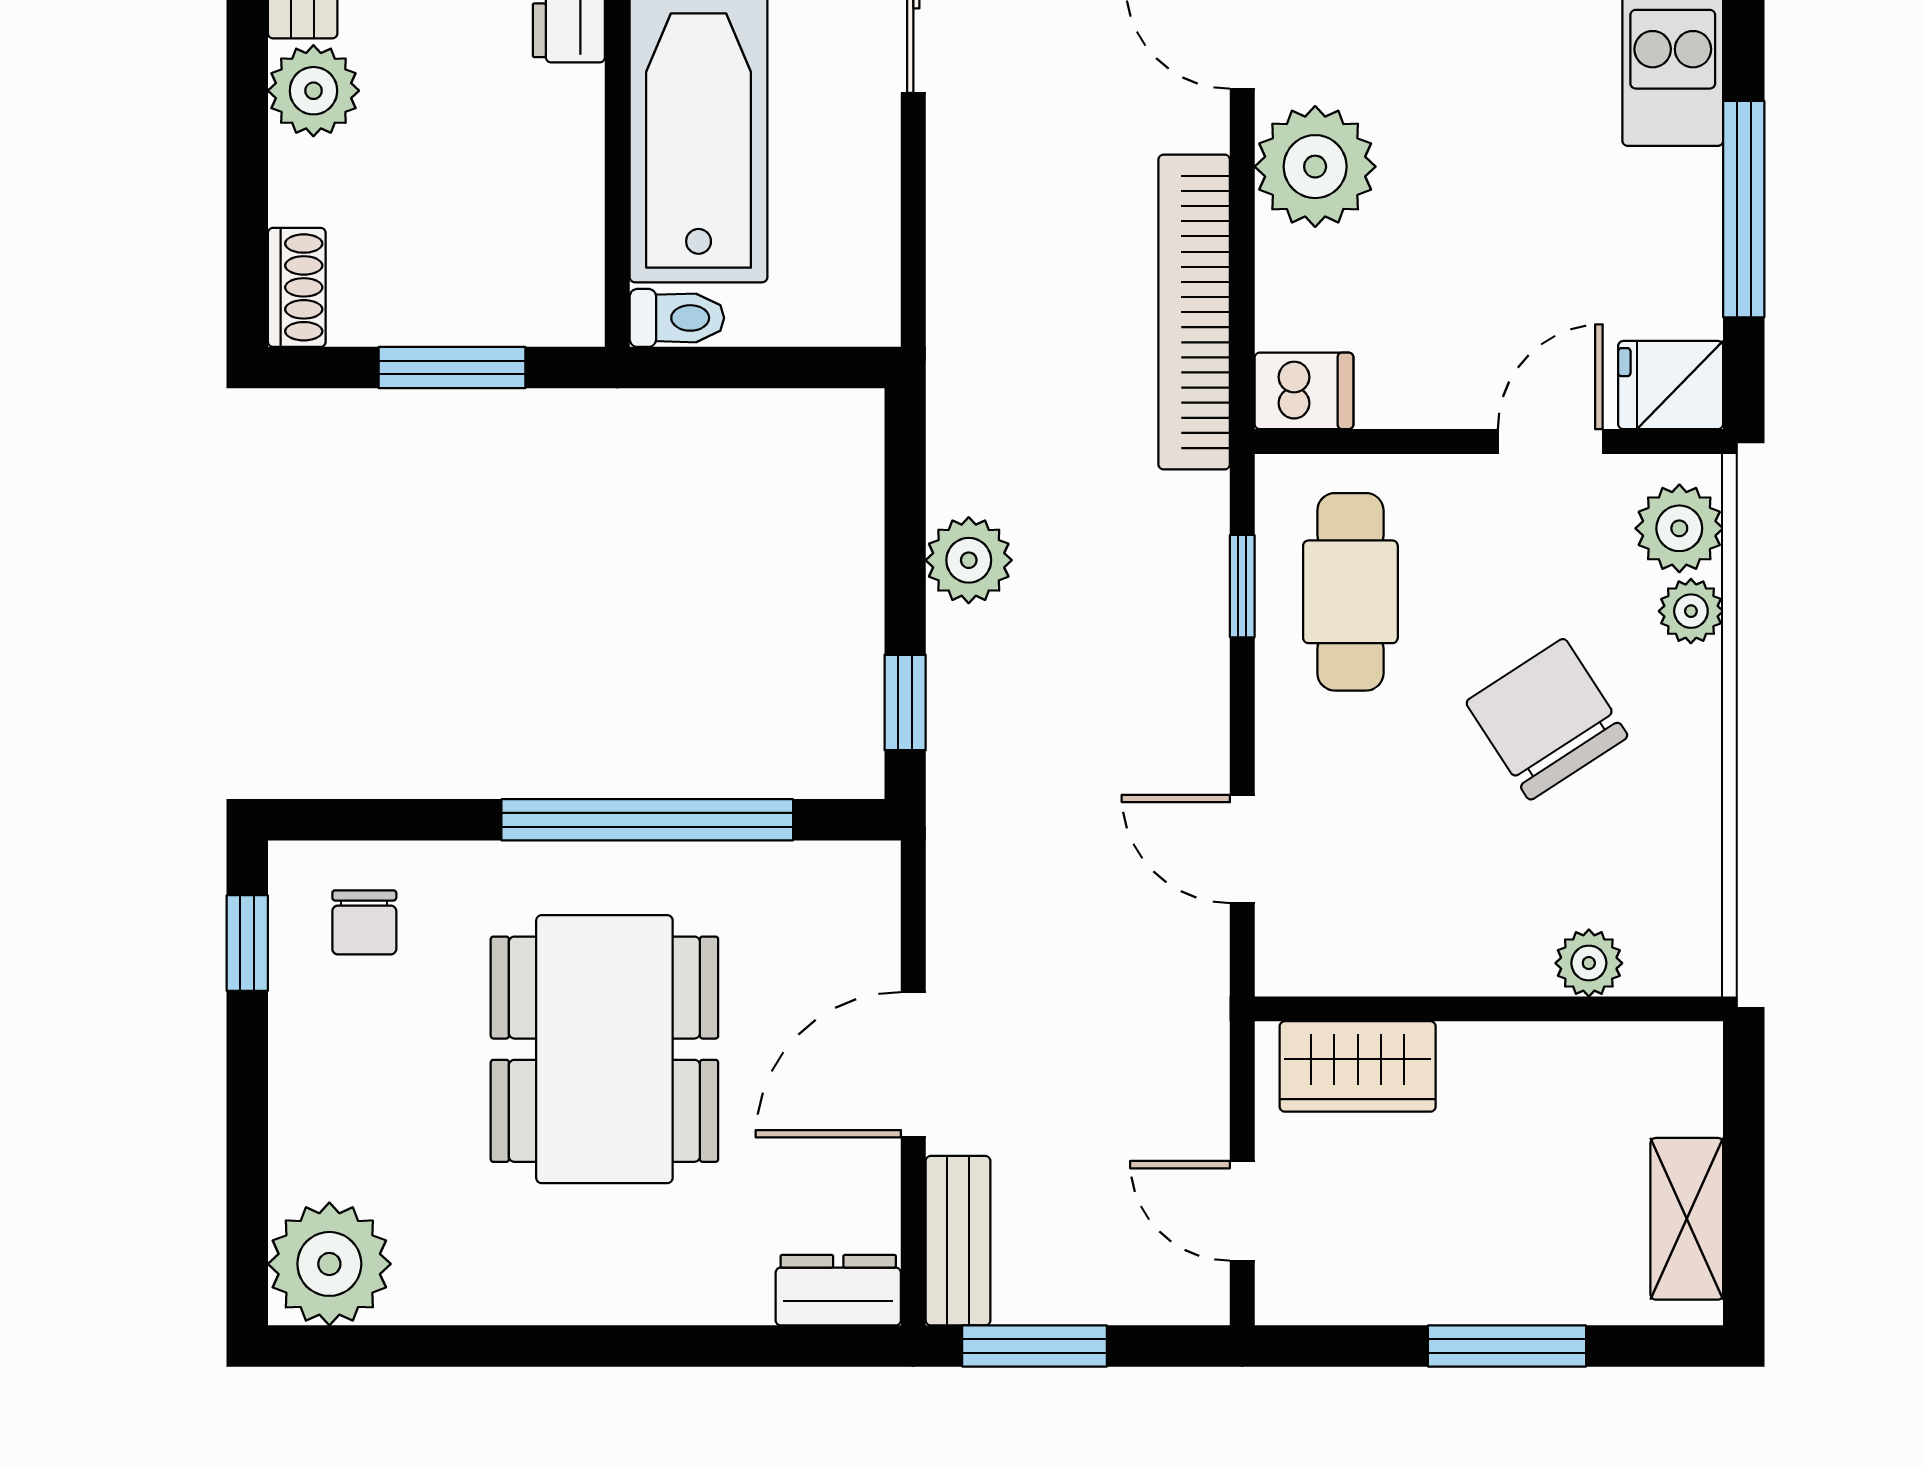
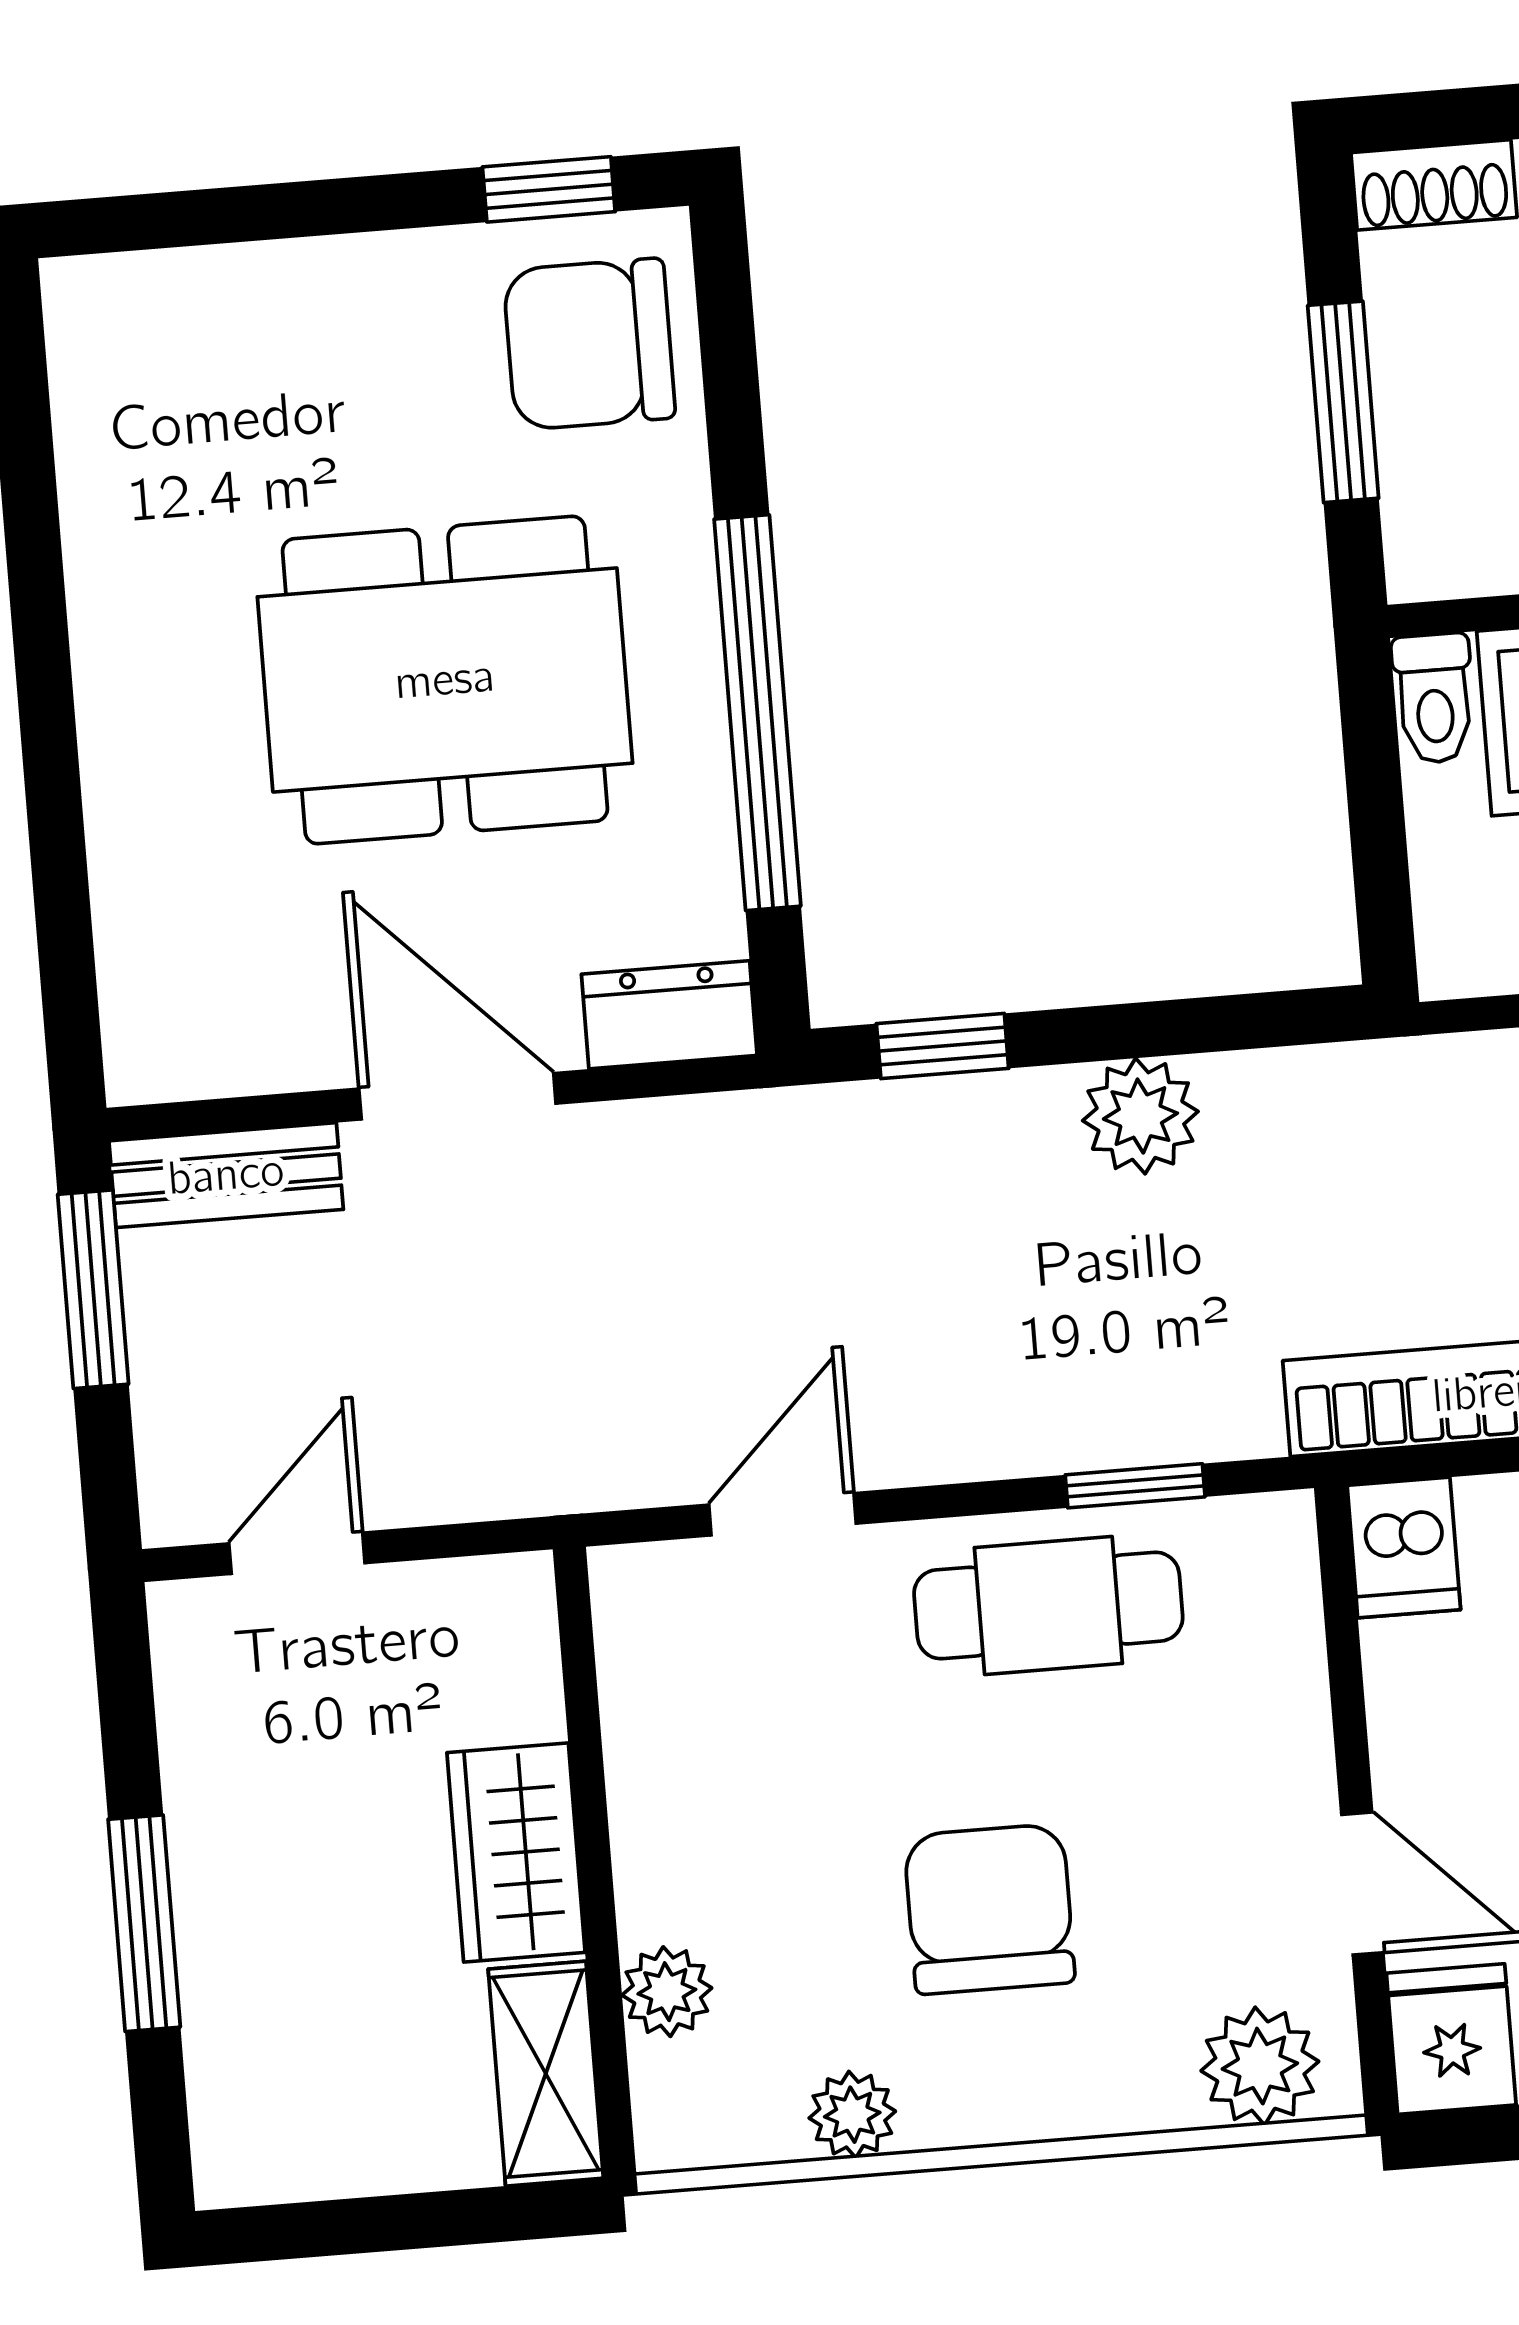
cafe table: (1350, 592) -> (1048, 1606), moved
plant: (1691, 611) -> (852, 2115), moved
chair: (1547, 719) -> (989, 1909), turned -57
chair: (364, 922) -> (589, 344), width x1.87, depth x1.87
wardrobe: (1358, 1066) -> (516, 1853), moved
shelving: (1687, 1219) -> (546, 2074), moved, turned 90
plant: (329, 1264) -> (127, 334), removed
dresser: (838, 1290) -> (669, 1015), moved, turned -90

